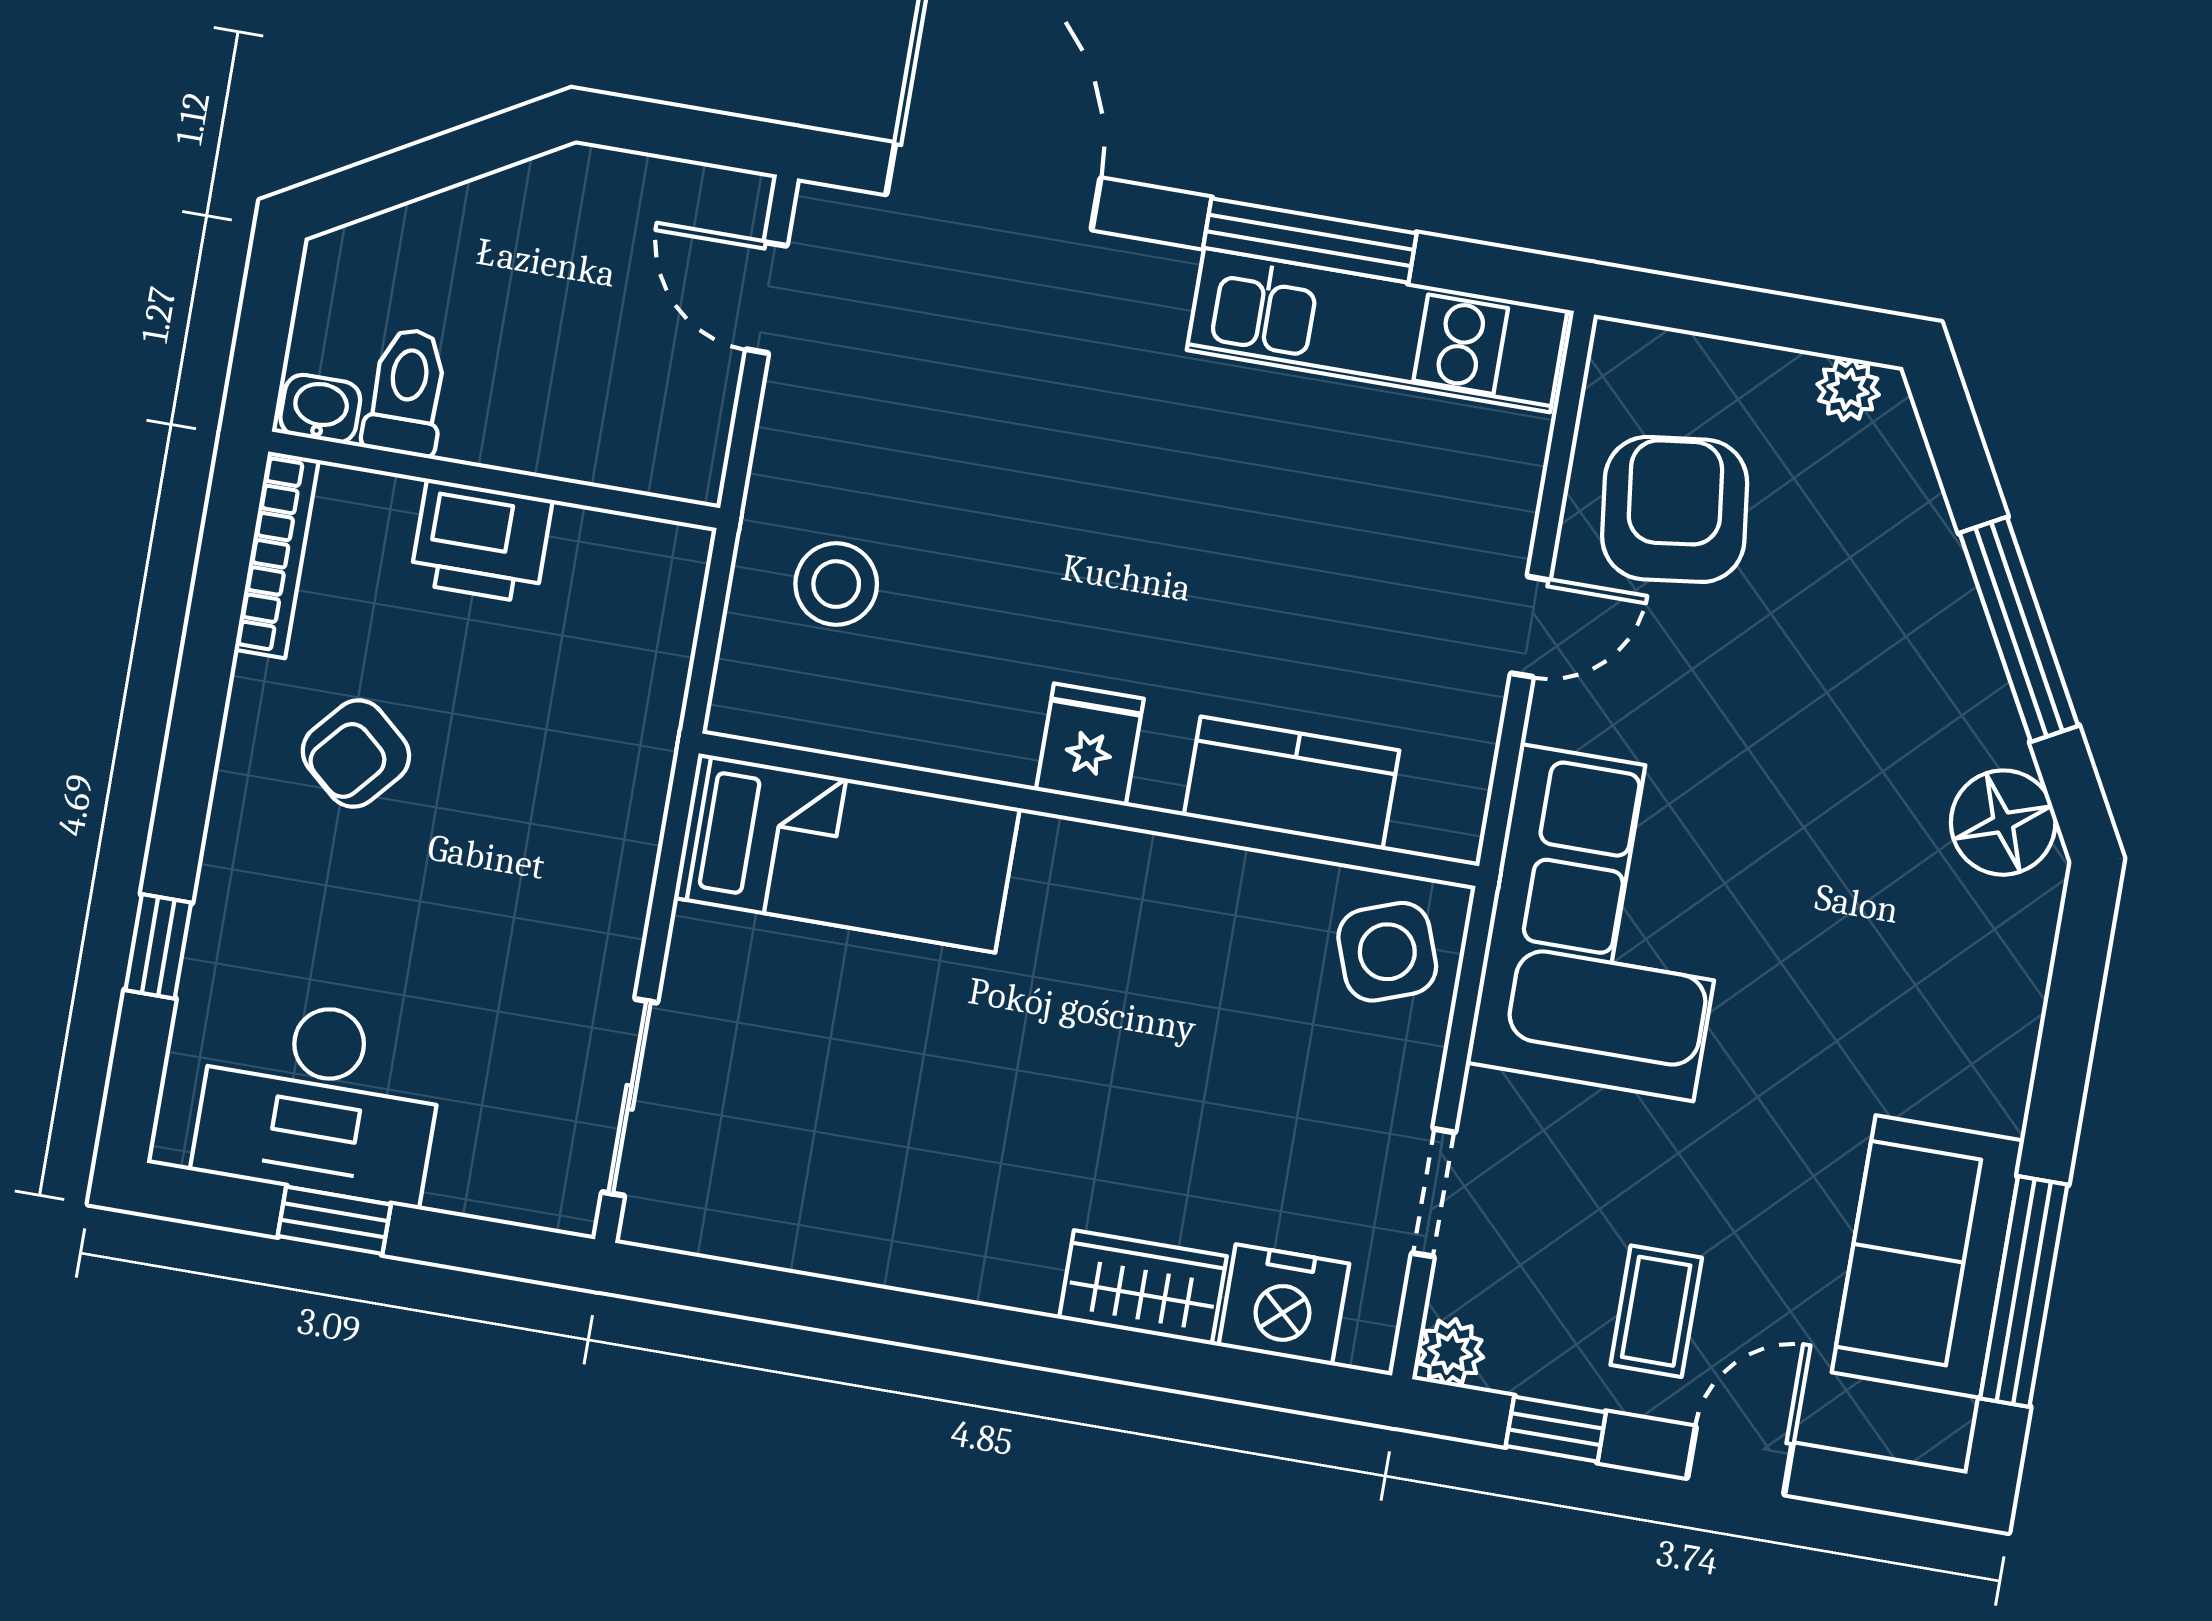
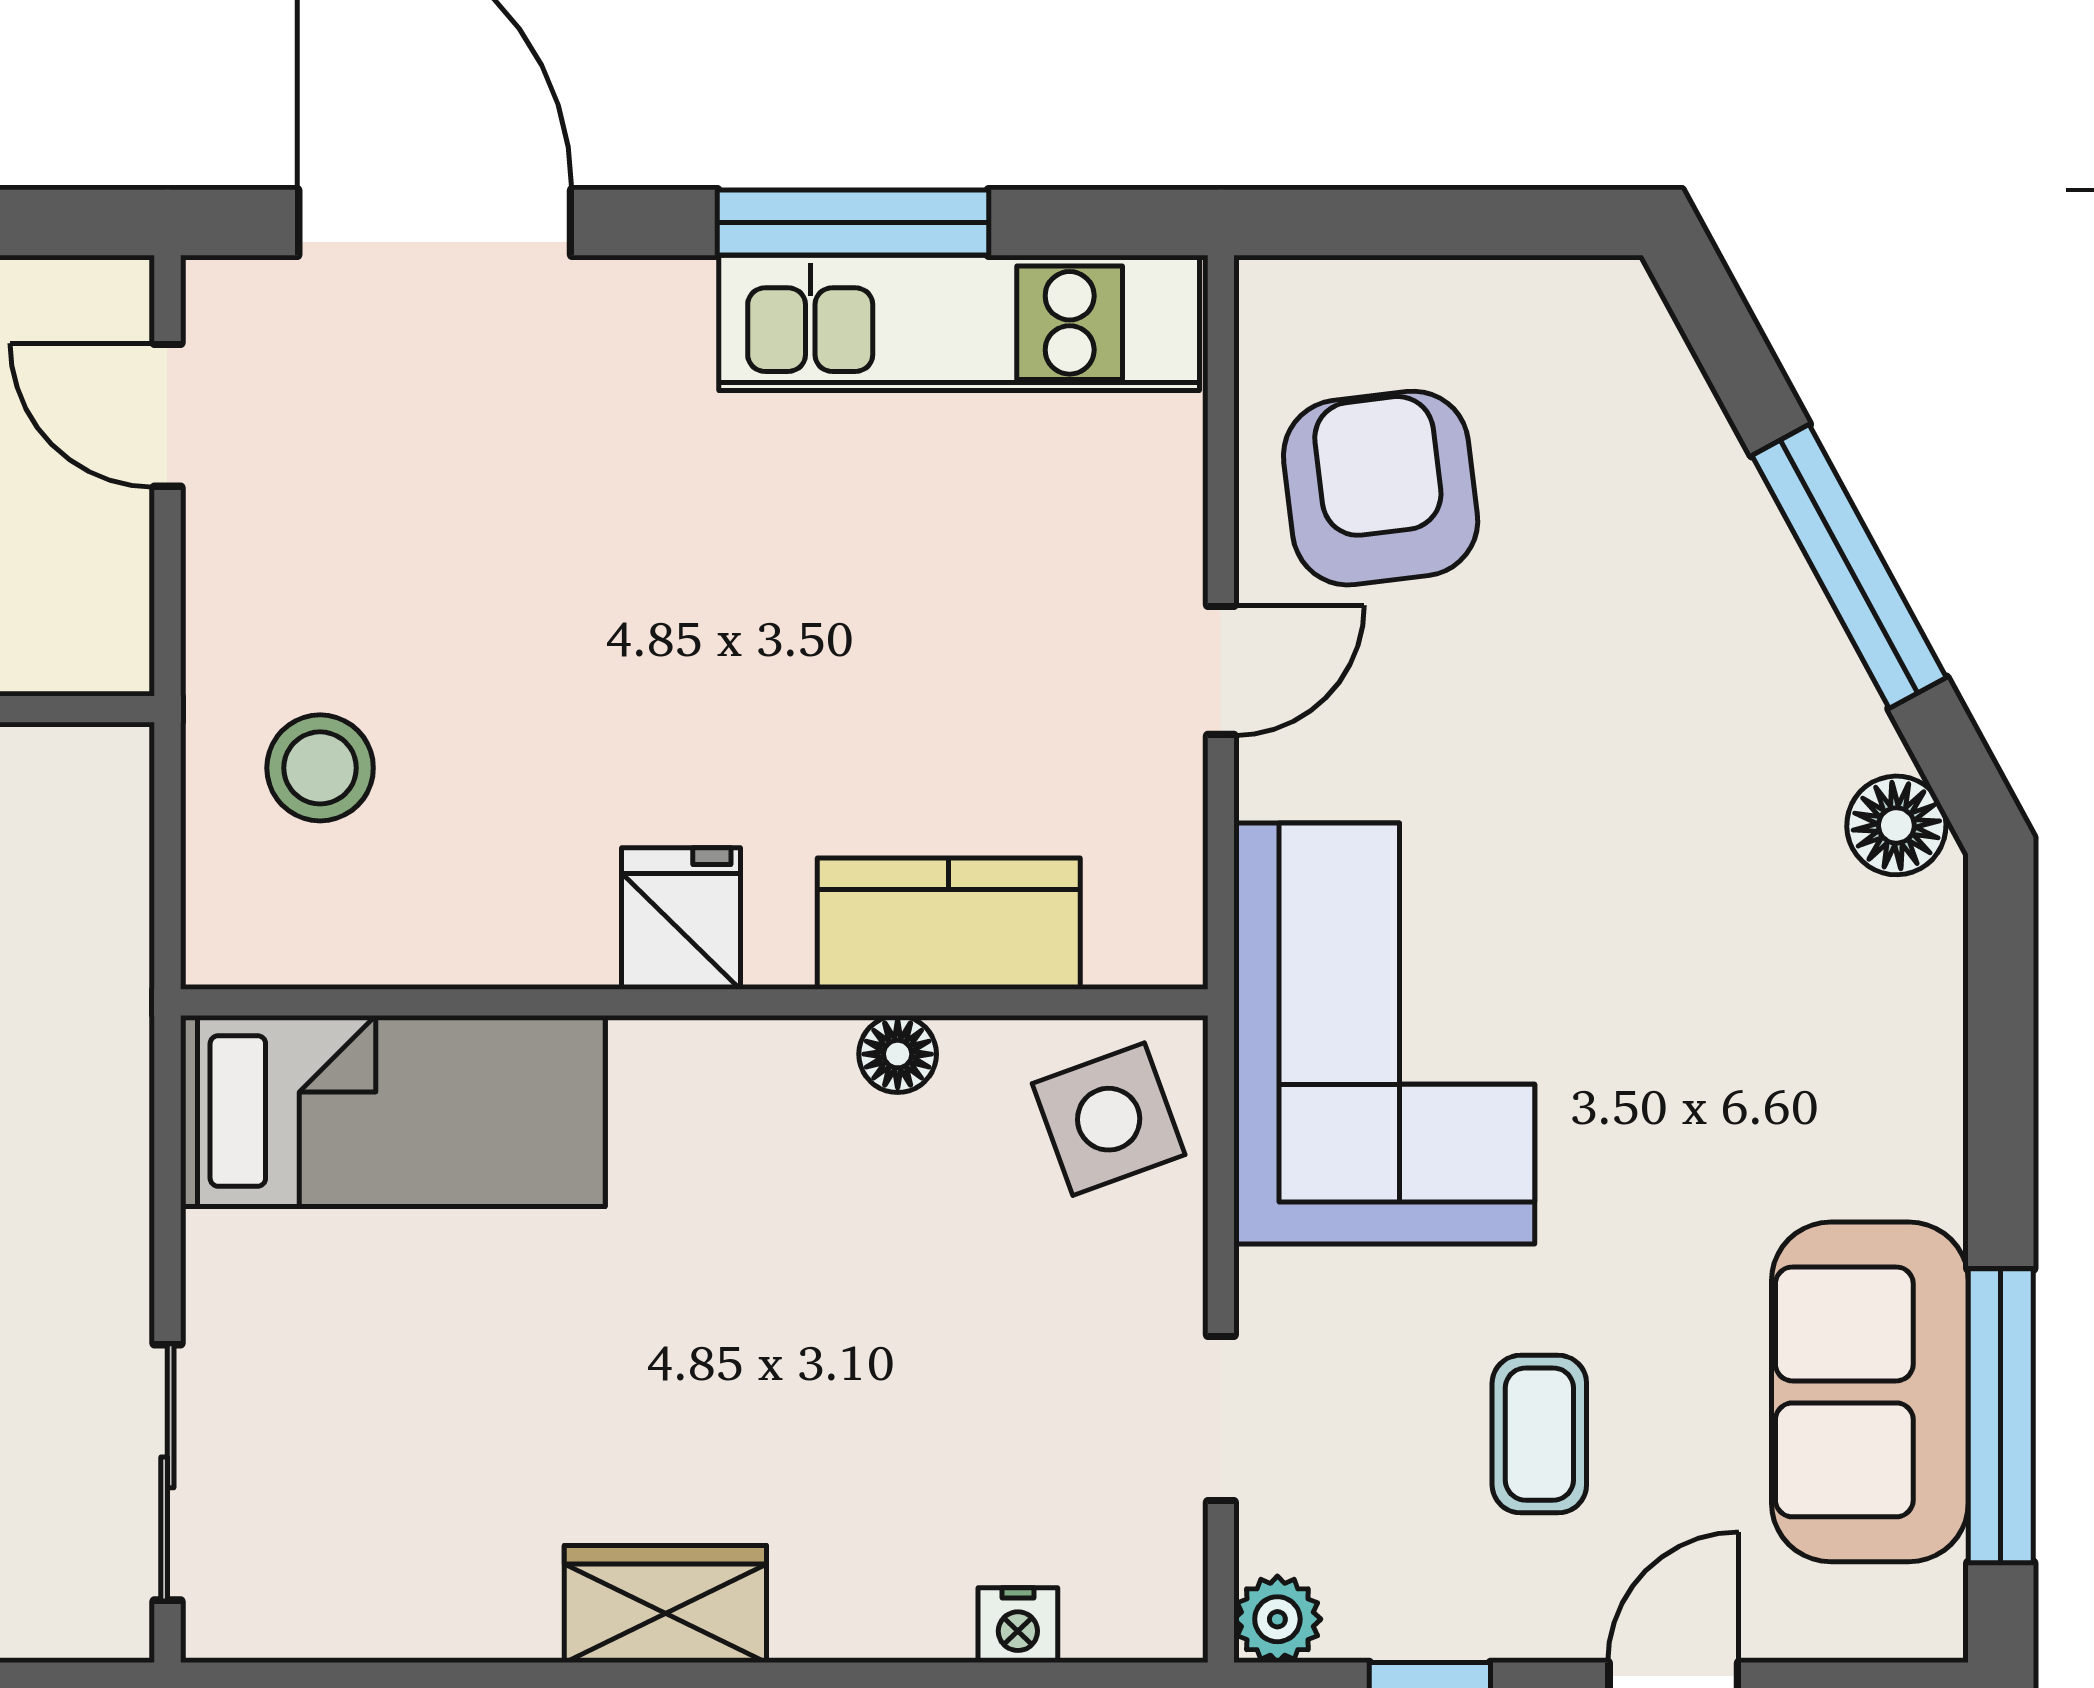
plant: (1848, 390) -> (1577, 296), removed
floor lamp: (2003, 823) -> (1896, 825), width x0.73, depth x0.73
floor lamp: (1236, 875) -> (898, 1054), added
wardrobe: (1143, 1288) -> (665, 1604), moved
nightstand: (1284, 1305) -> (1018, 1625), width x0.53, depth x0.56
coffee table: (1656, 1311) -> (1539, 1434), moved

